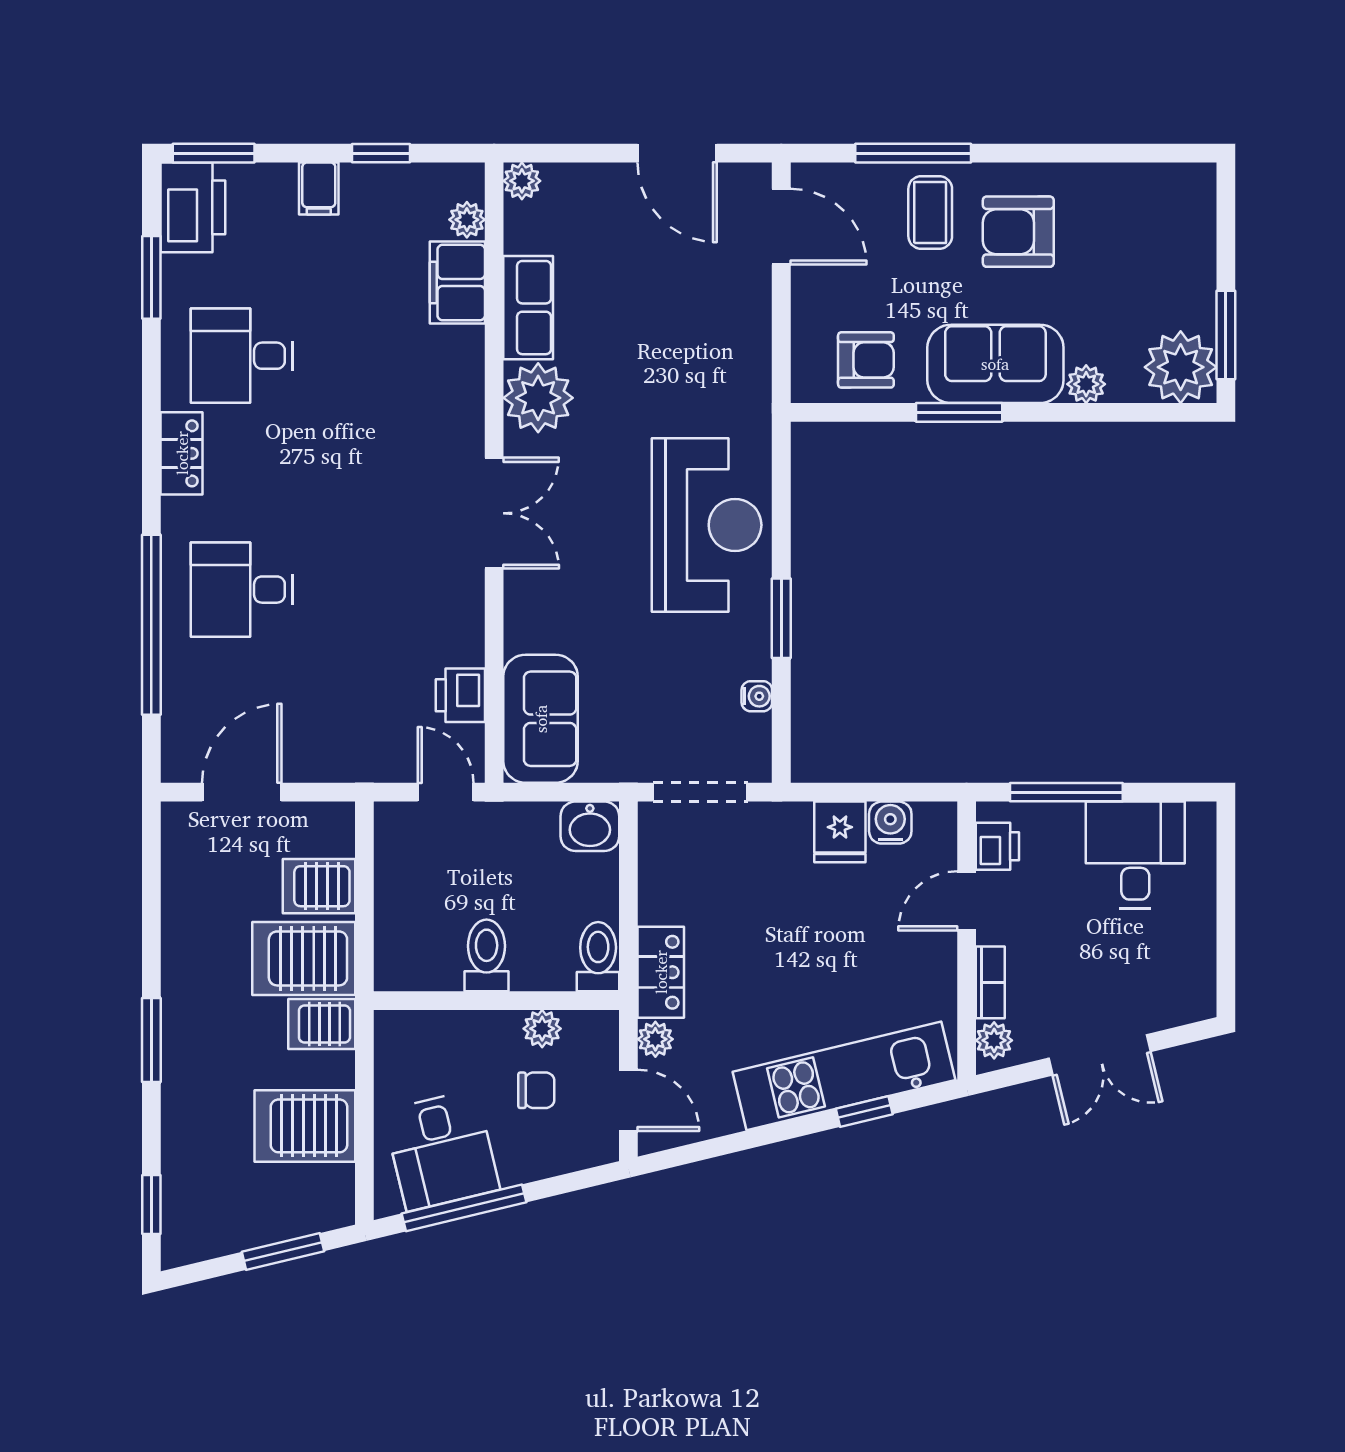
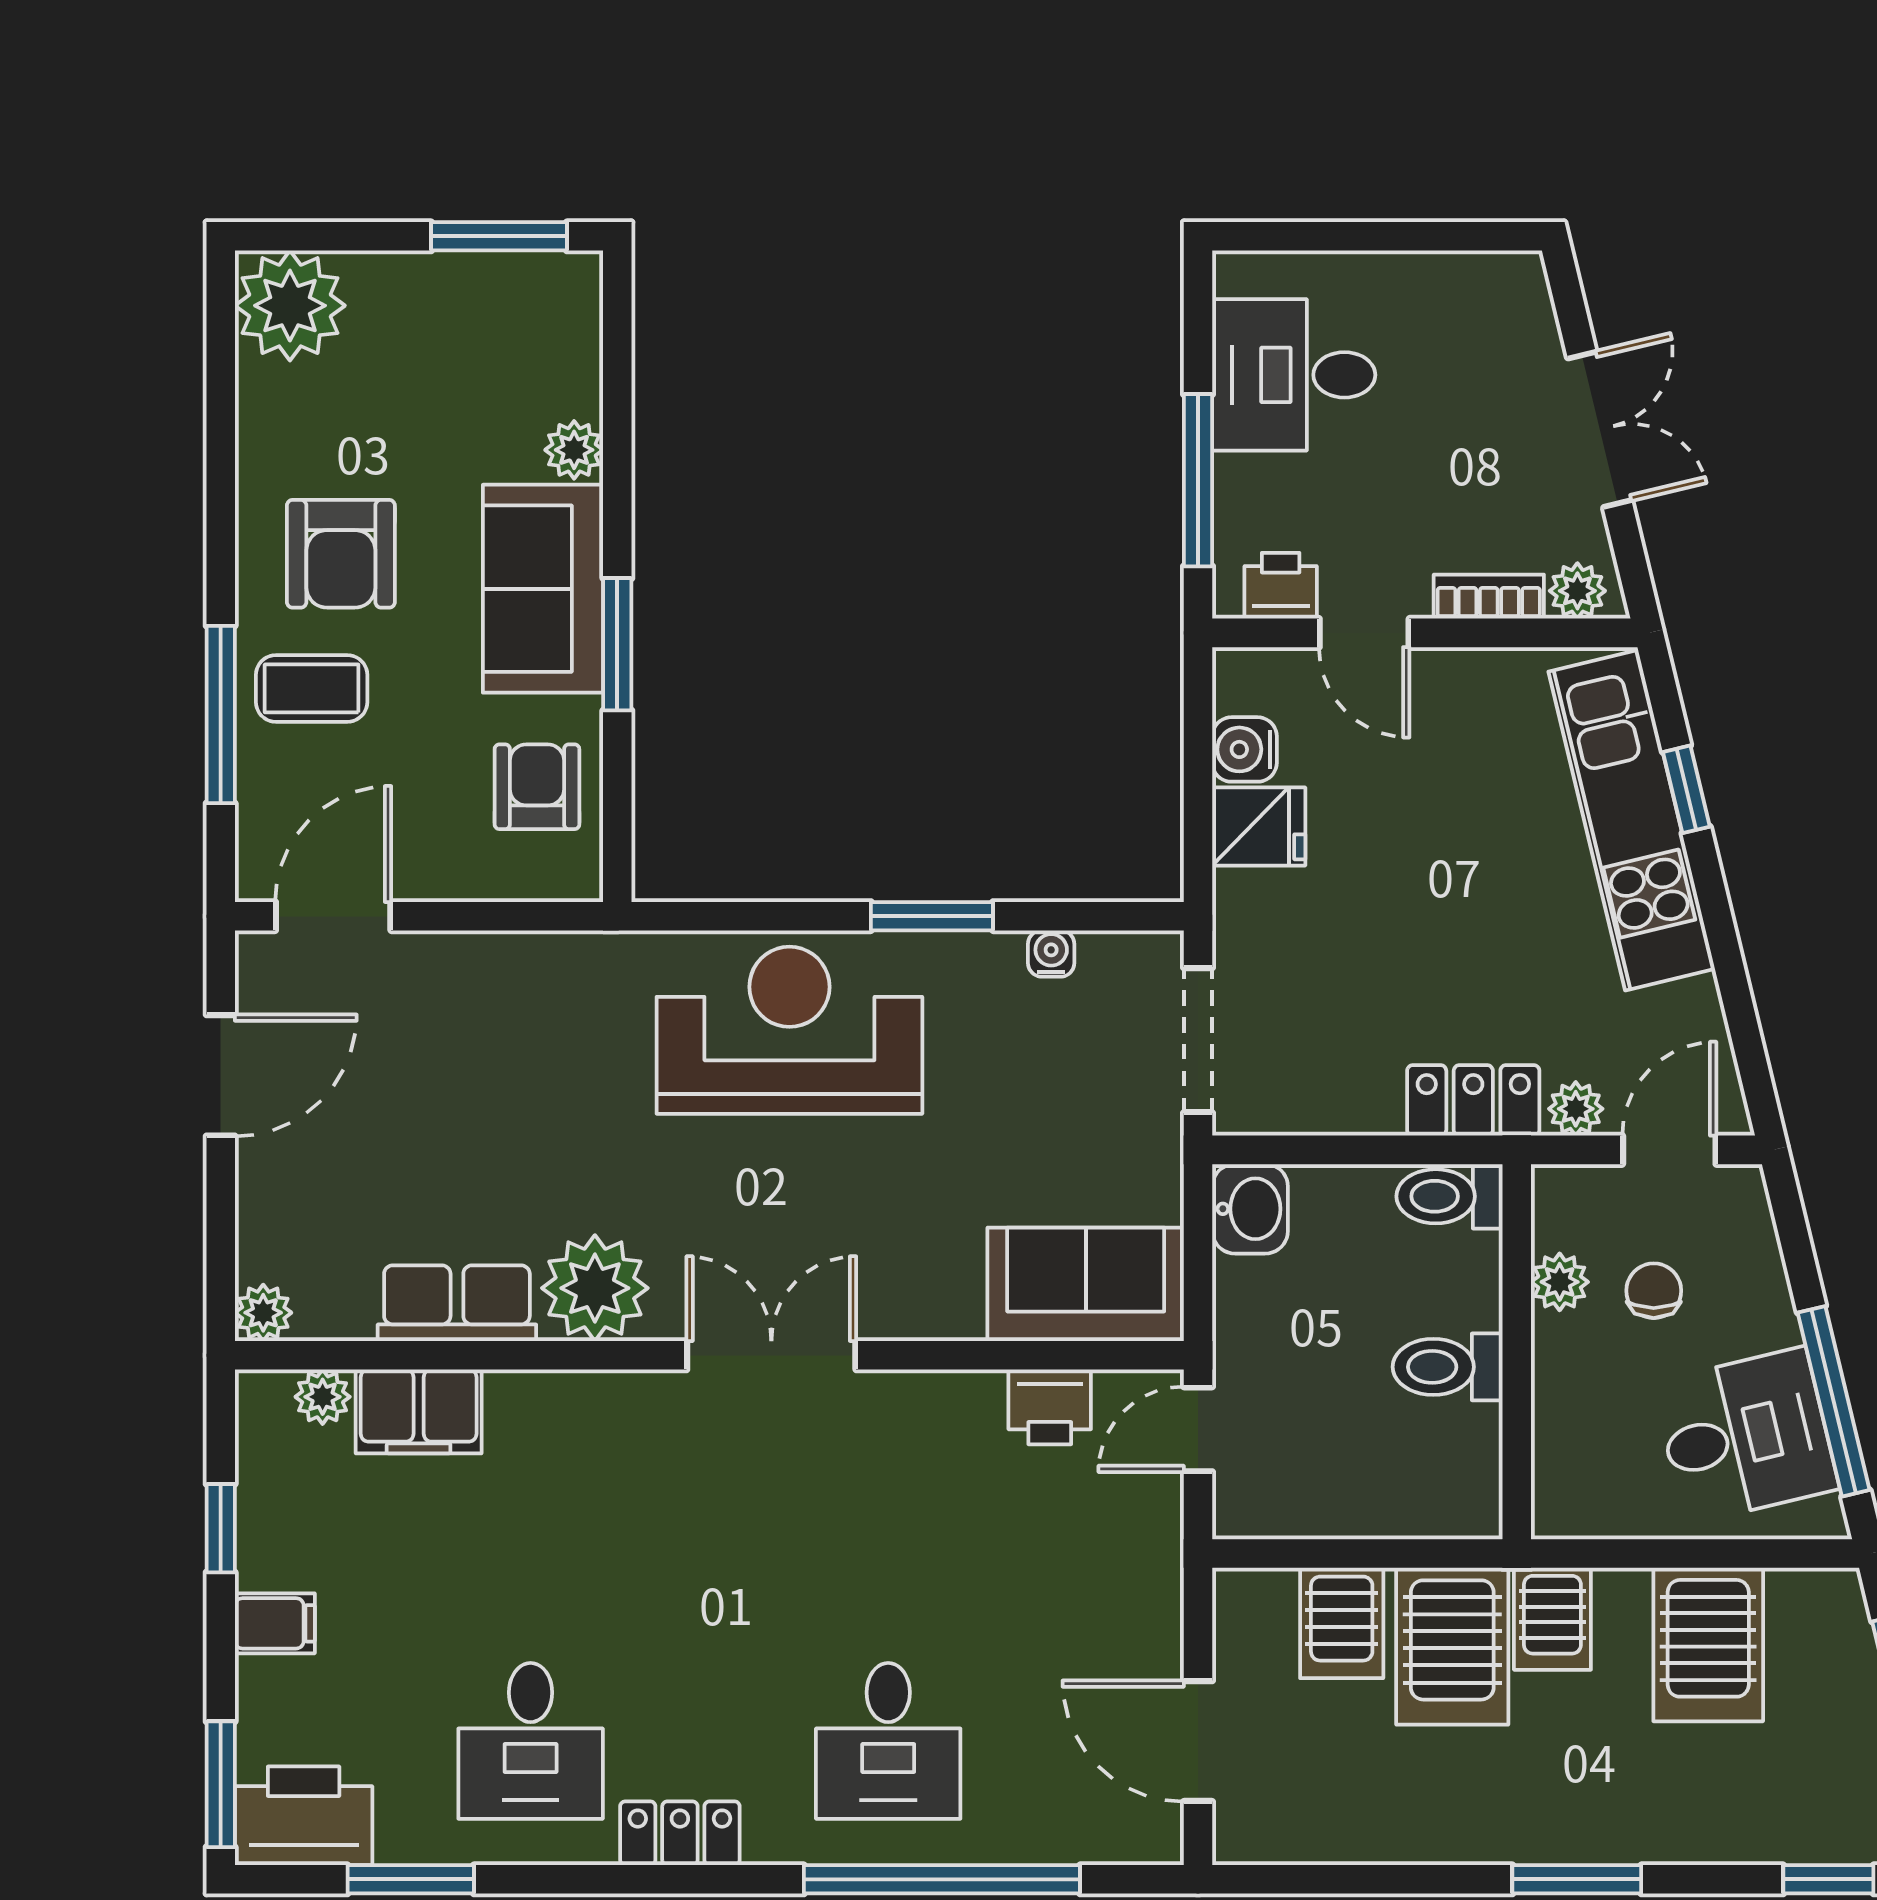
plant: (1181, 367) -> (290, 306), moved

